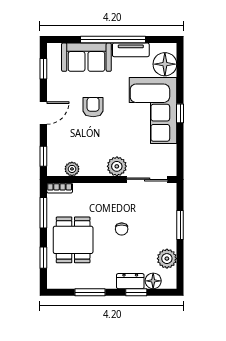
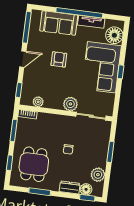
window: (43, 69) -> (27, 27), width x2.17
dining table: (73, 240) -> (34, 164), moved
window: (136, 292) -> (87, 198), moved

